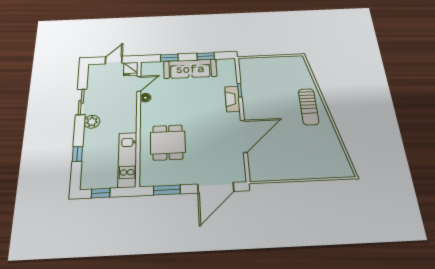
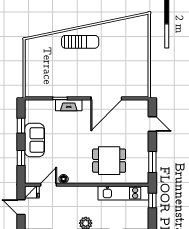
sofa: (190, 69) -> (34, 140), width x0.73
door: (139, 84) -> (49, 185), hinge flipped
door: (244, 136) -> (106, 98), swing flipped
door: (216, 188) -> (152, 124), width x0.53
window: (101, 193) -> (152, 201), moved

